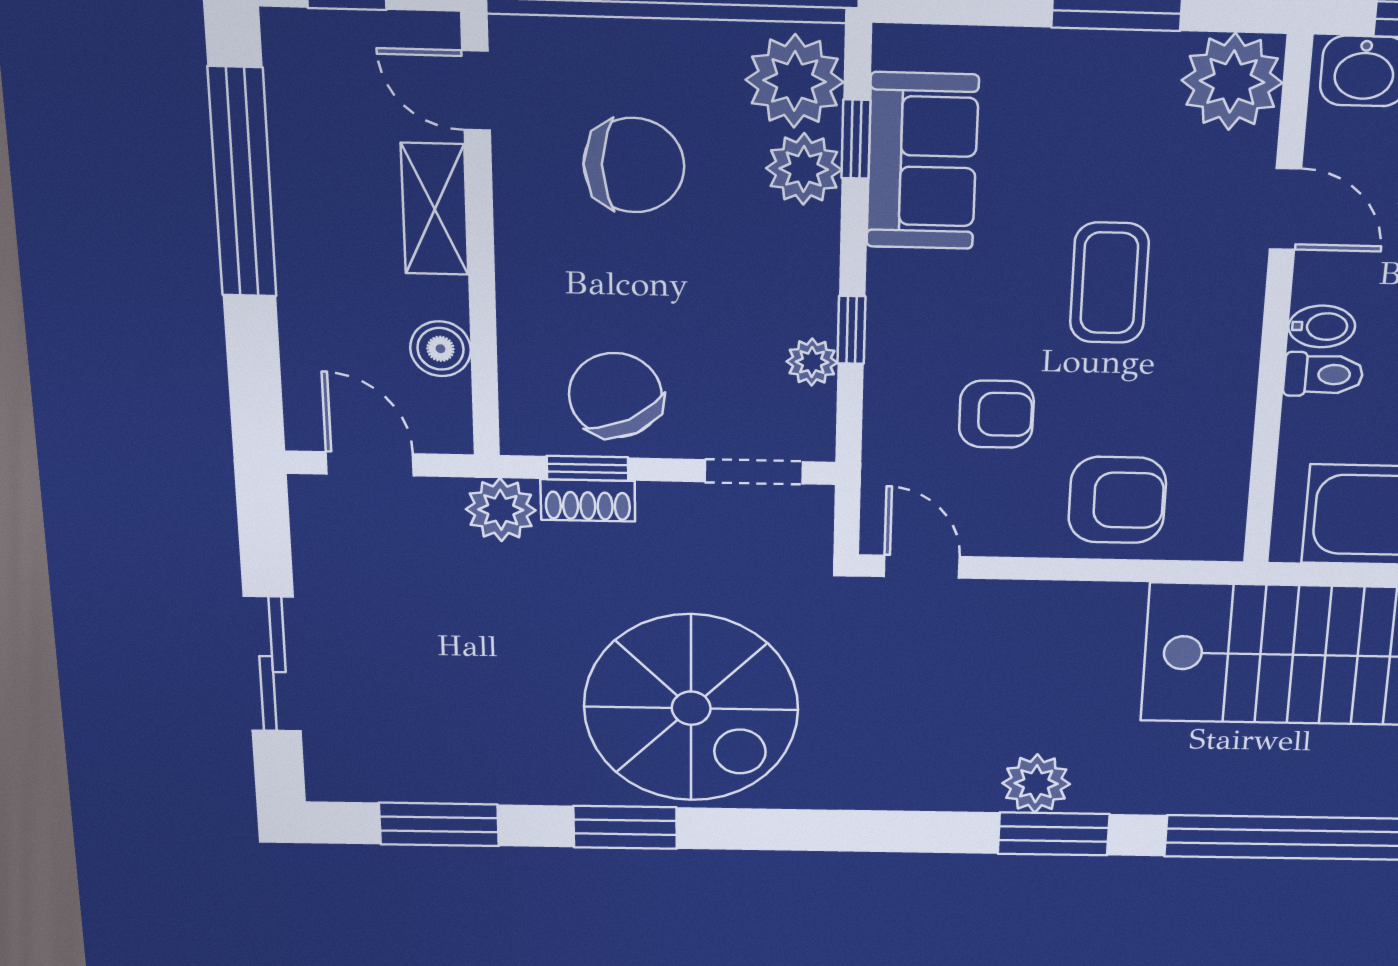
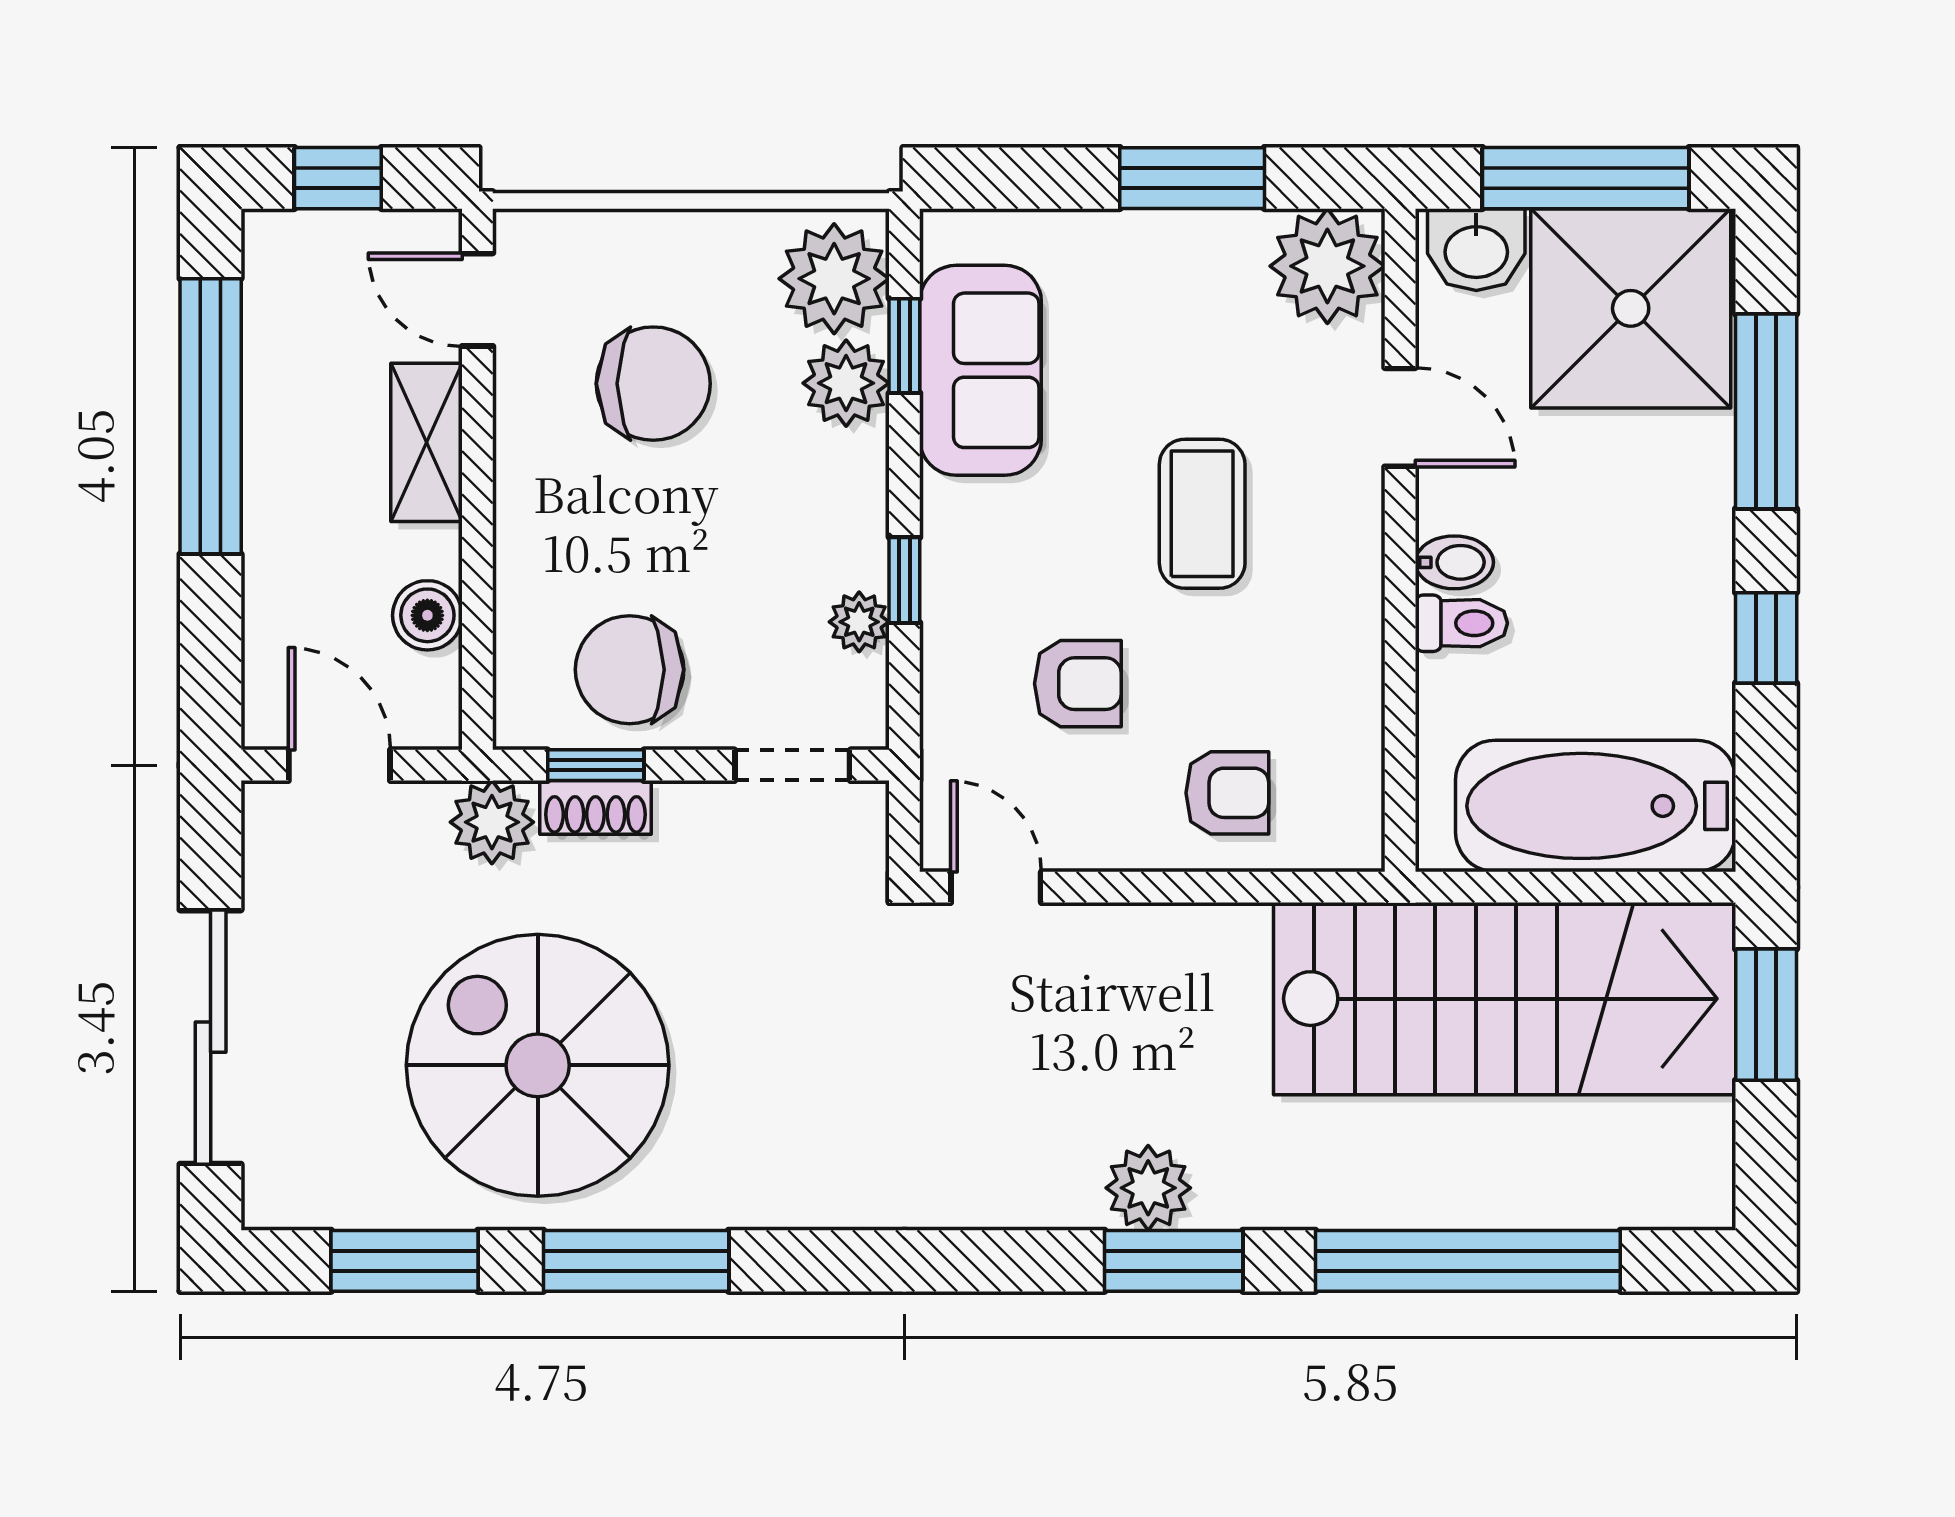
chair: (615, 395) -> (630, 670), turned -63
armchair: (1117, 500) -> (1227, 793), width x0.72, depth x0.72
sliding door: (273, 664) -> (211, 1037), width x1.37
spiral stairs: (691, 708) -> (538, 1065), moved, turned 180
window: (625, 827) -> (636, 1261), width x1.44

